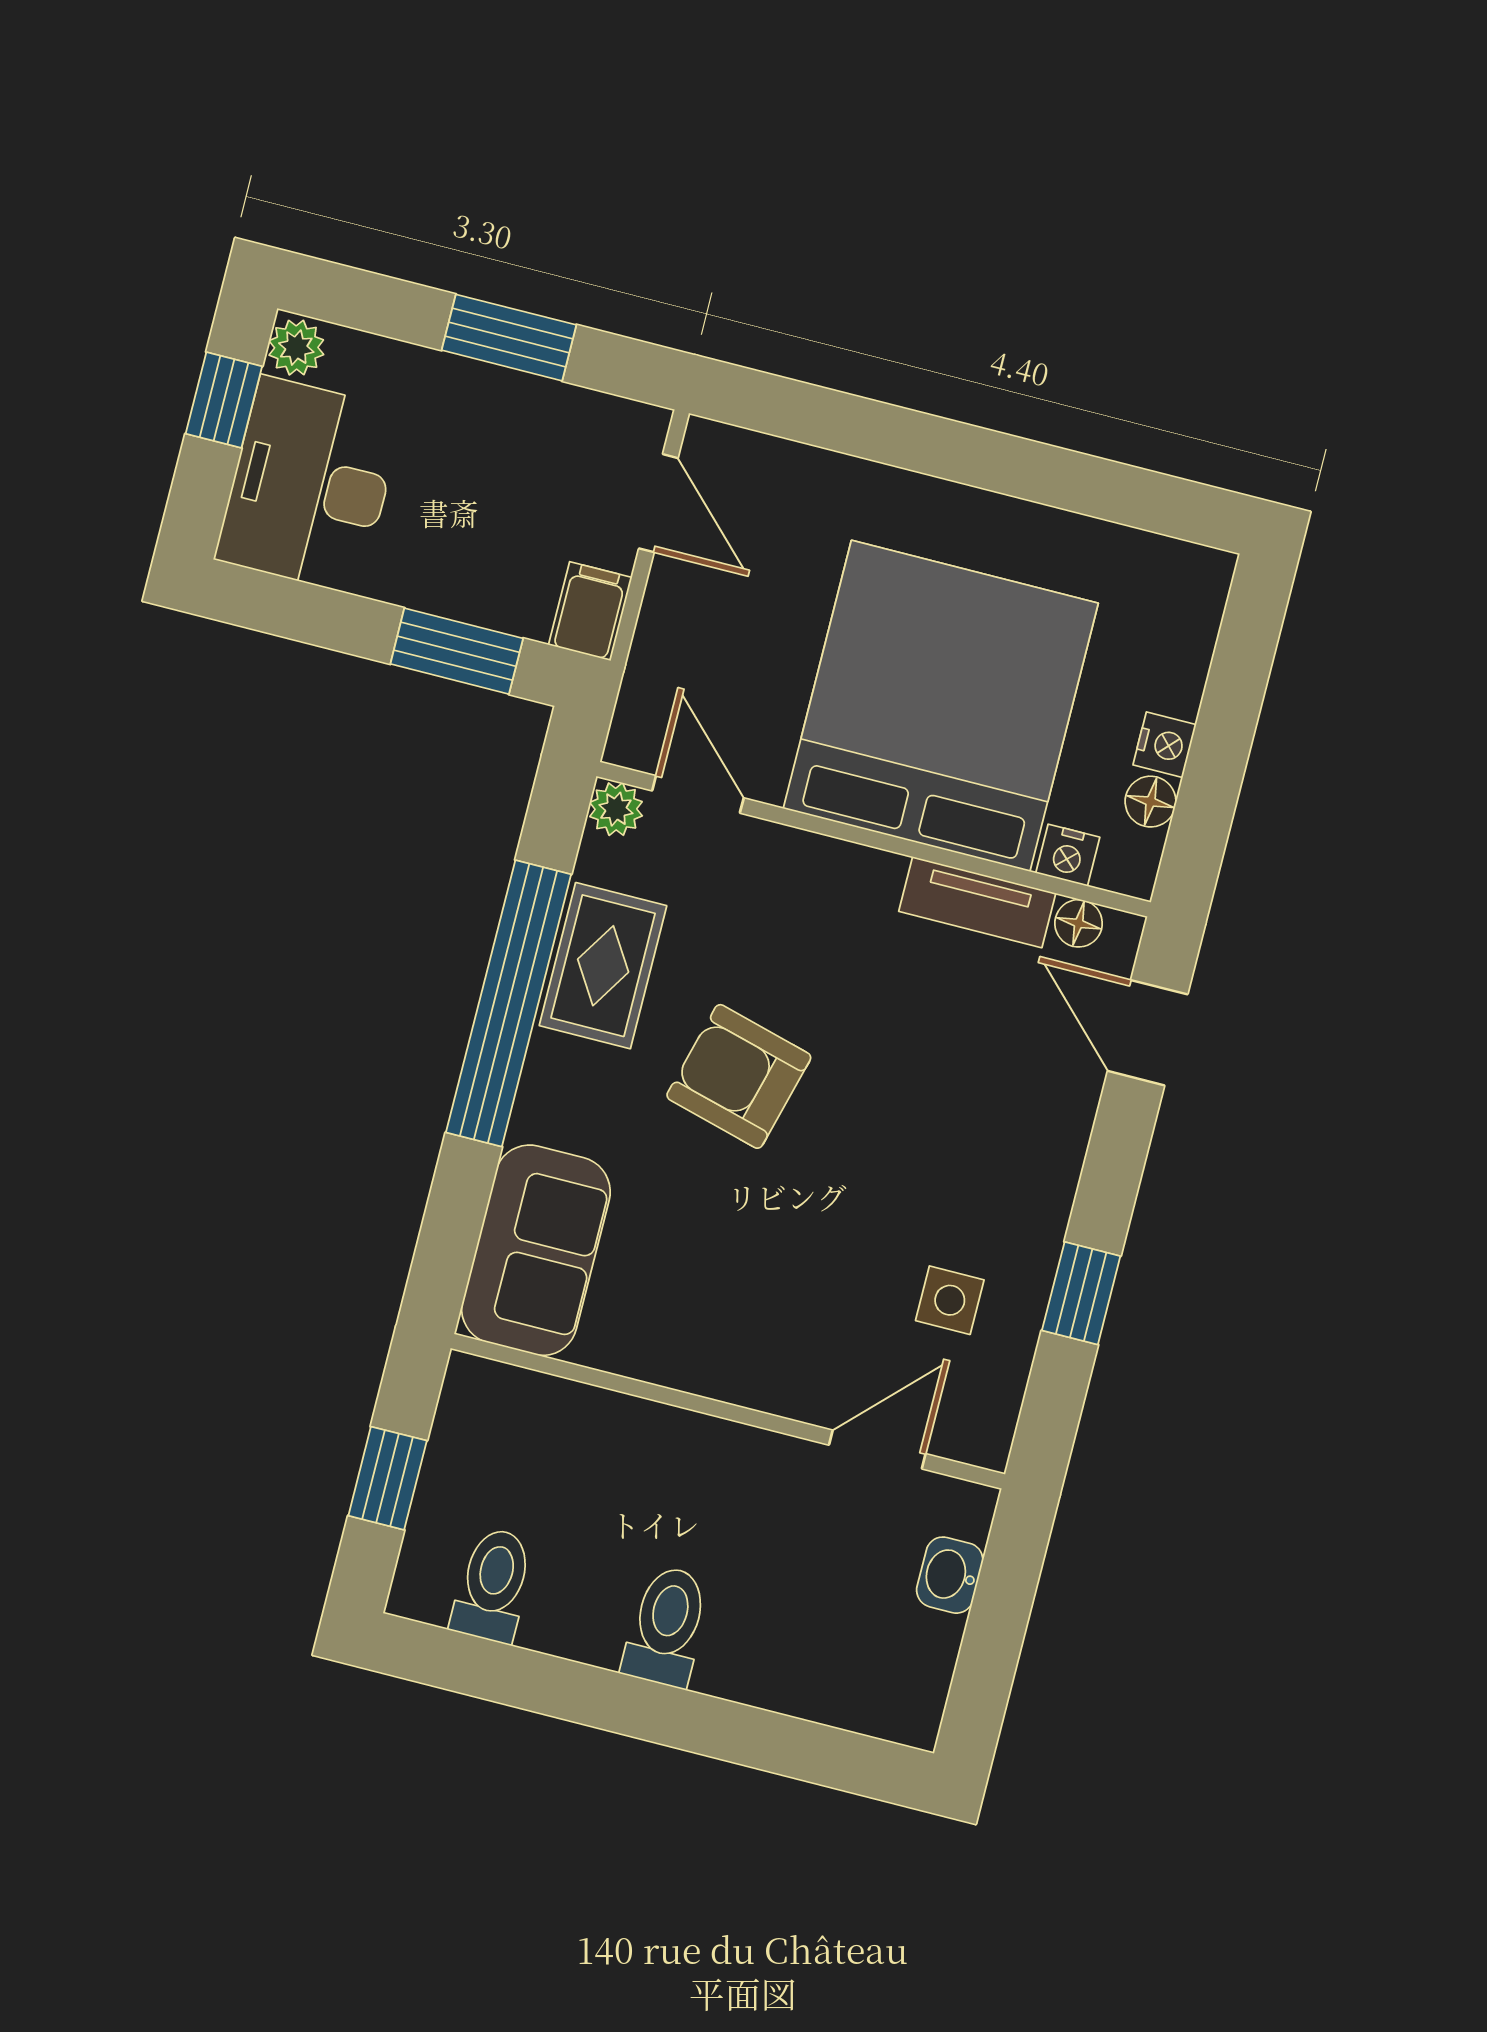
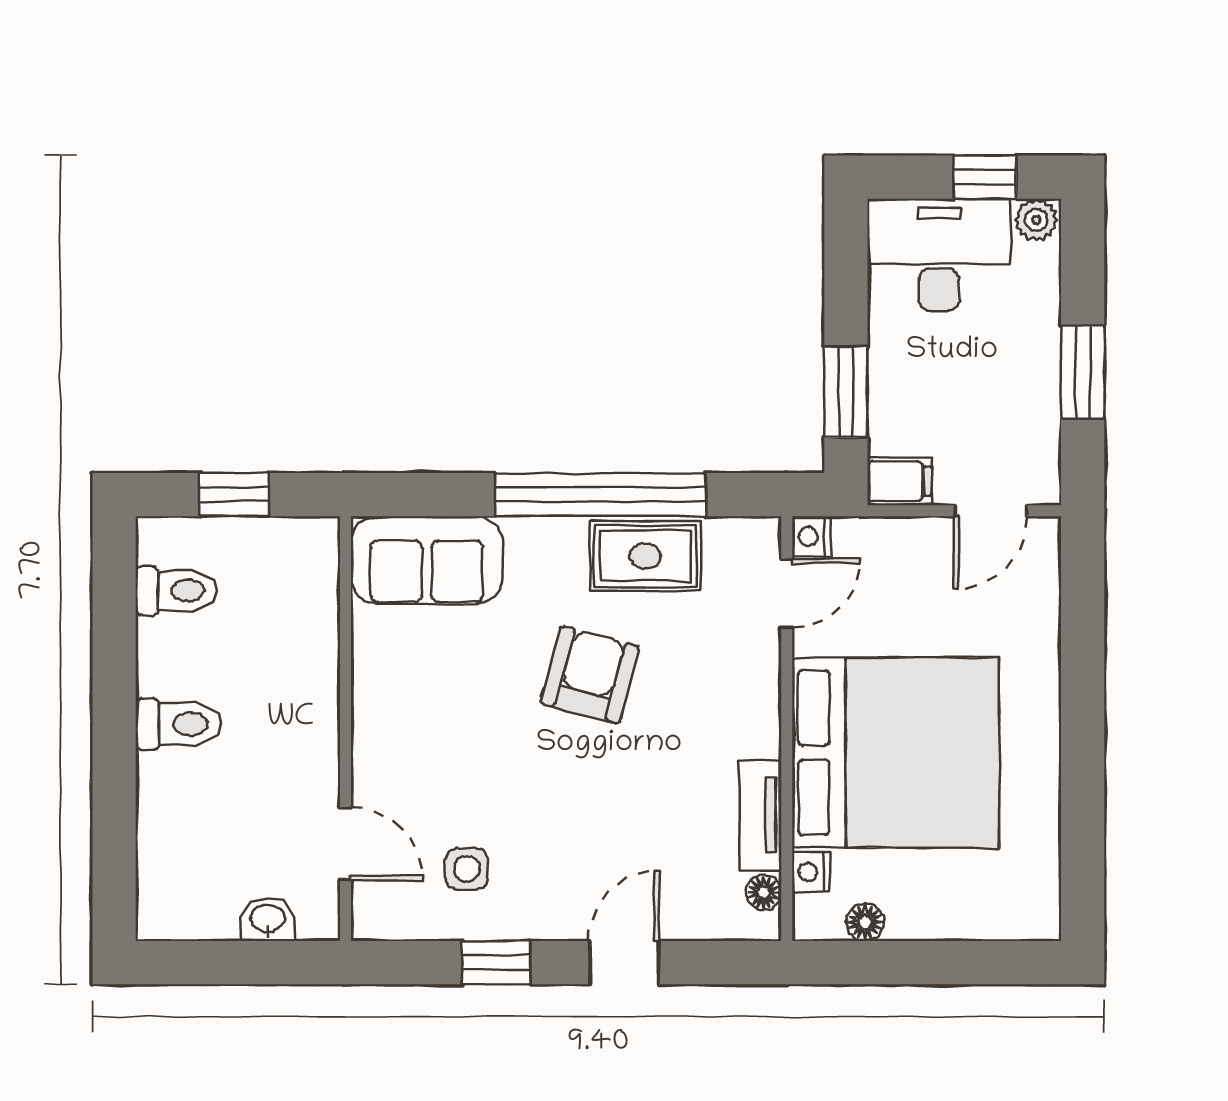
nightstand: (1165, 745) -> (811, 537), moved, turned 90
plant: (616, 809) -> (761, 536), removed
door: (1148, 1033) -> (624, 963), moved

